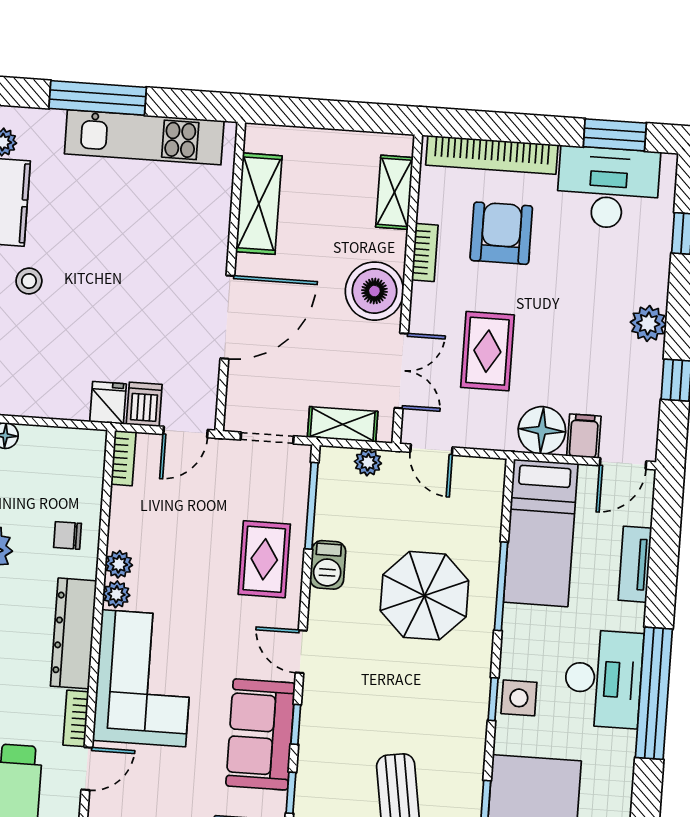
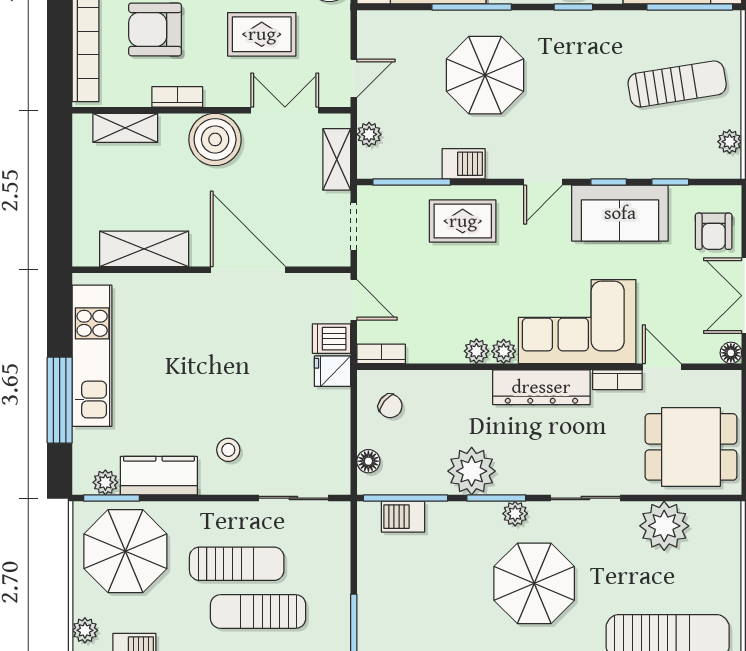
chair: (67, 535) -> (390, 406), moved, turned -51

